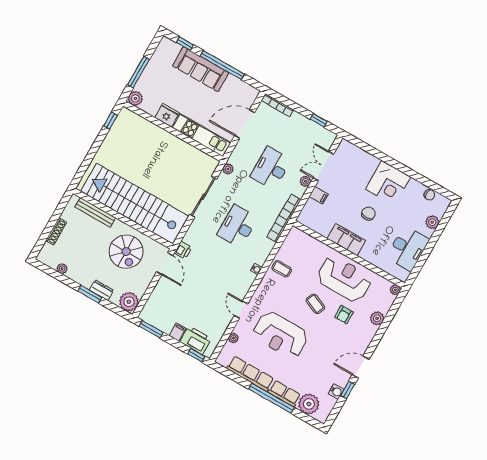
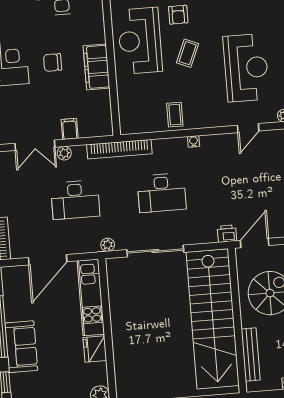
sofa: (201, 69) -> (21, 347), width x0.73
door: (245, 124) -> (48, 260), hinge flipped
armchair: (344, 315) -> (178, 15), turned 90

